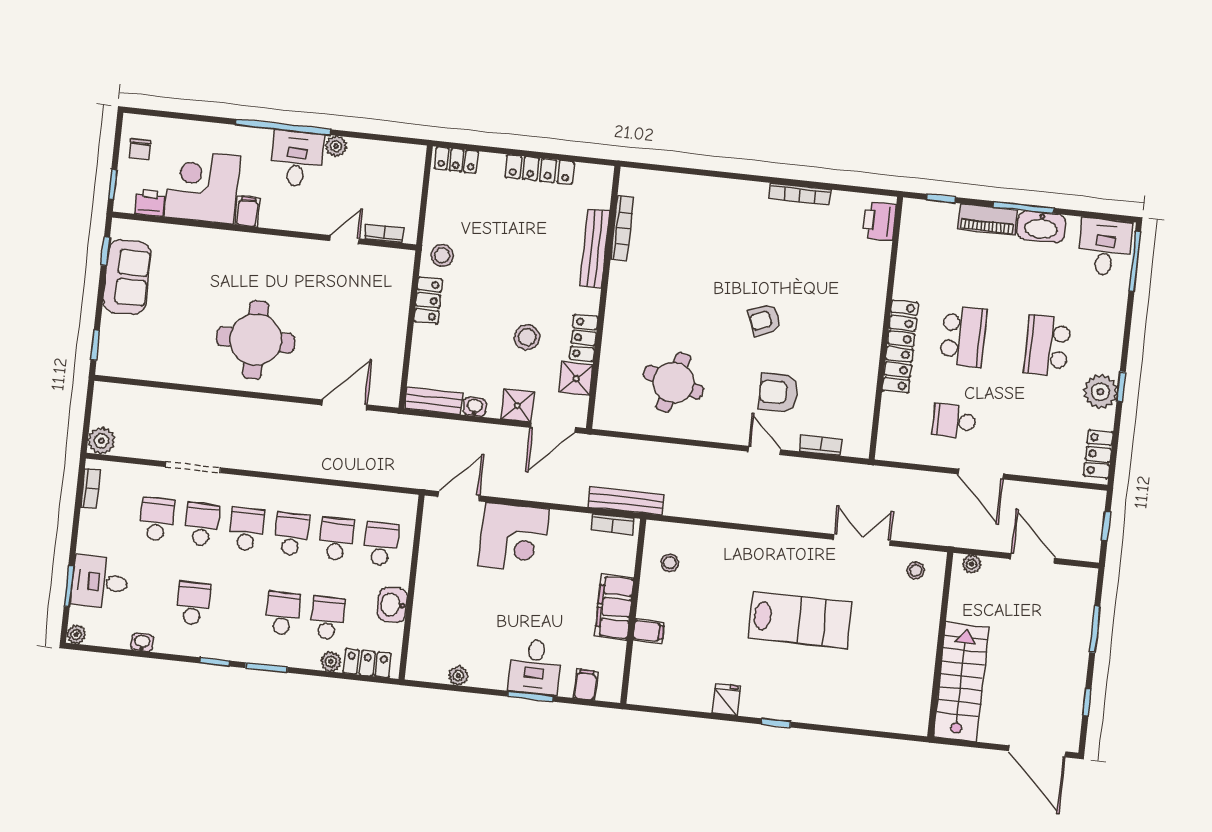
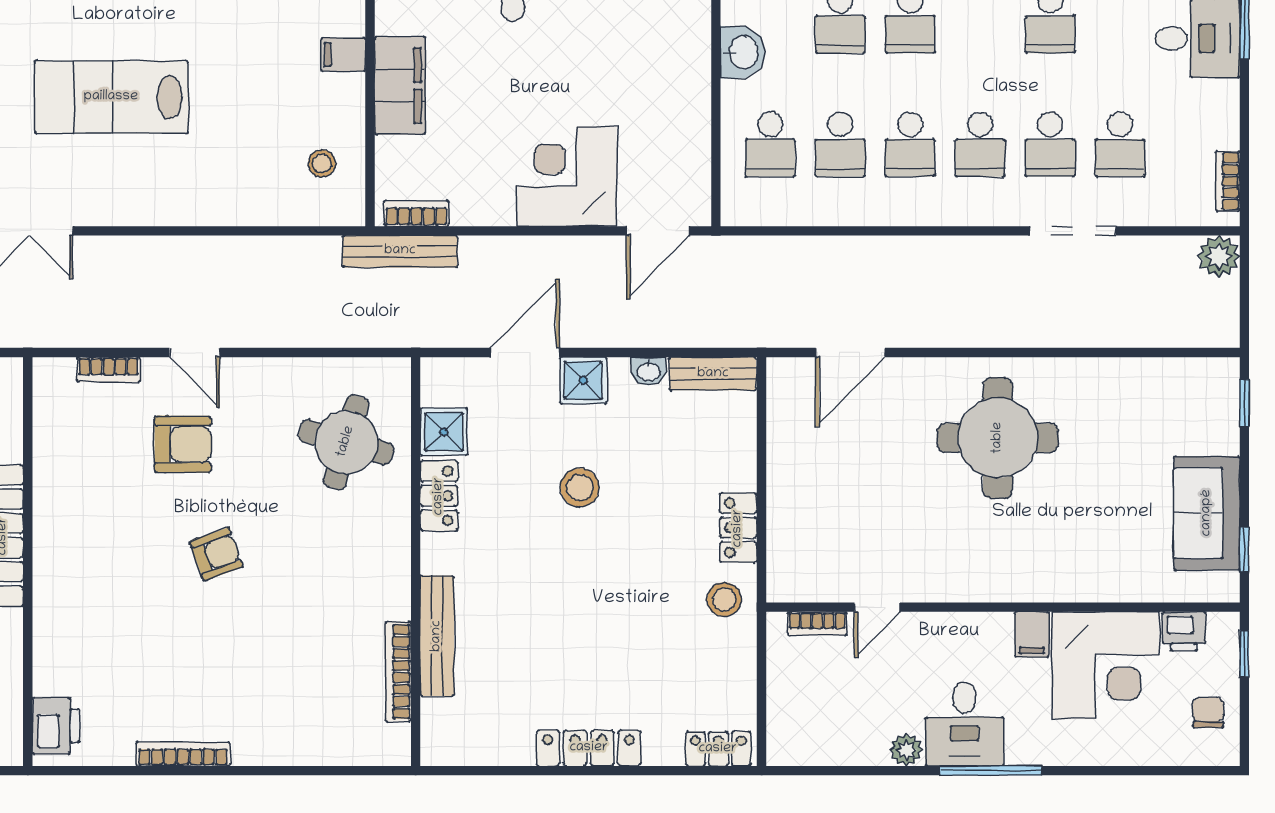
window: (283, 127) -> (991, 771), width x0.68
bookcase: (622, 228) -> (398, 671), moved
bench: (595, 248) -> (437, 636), moved
wall: (603, 297) -> (416, 562), moved
locker: (584, 338) -> (439, 496), moved
shower: (576, 379) -> (444, 432), moved

